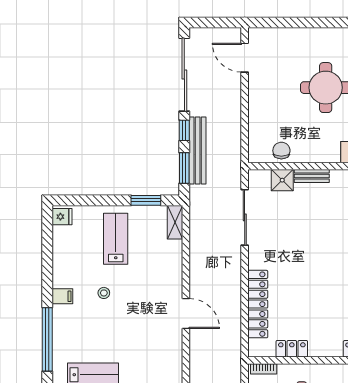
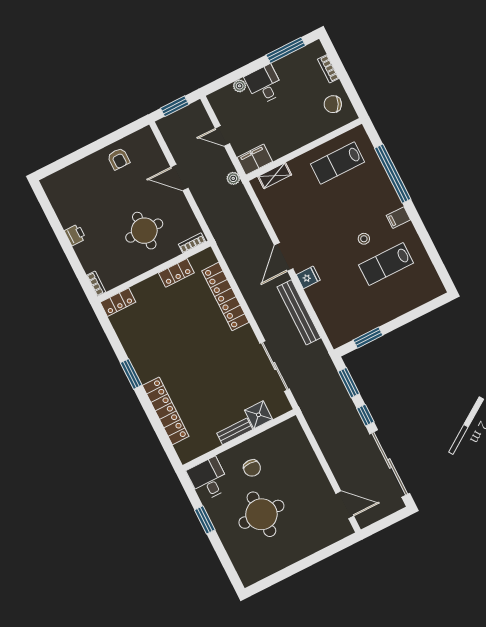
bench: (198, 150) -> (299, 312), moved
chair: (281, 151) -> (252, 468), moved
fridge: (62, 217) -> (308, 277), moved, turned 180
shelving: (175, 222) -> (333, 331), removed
lab bench: (116, 239) -> (386, 264), moved, turned 90
door: (186, 314) -> (284, 257), hinge flipped

